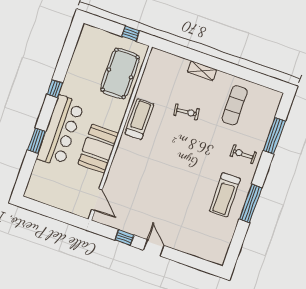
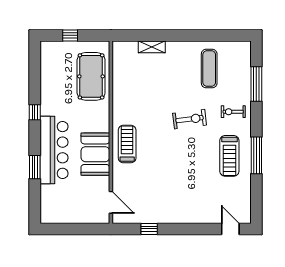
window: (131, 34) -> (70, 35), moved
shelving: (202, 71) -> (152, 47), moved
exercise bike: (187, 112) -> (190, 119), moved, width x1.38, depth x1.39
treadmill: (139, 119) -> (127, 144), moved
door: (154, 248) -> (230, 229), moved

